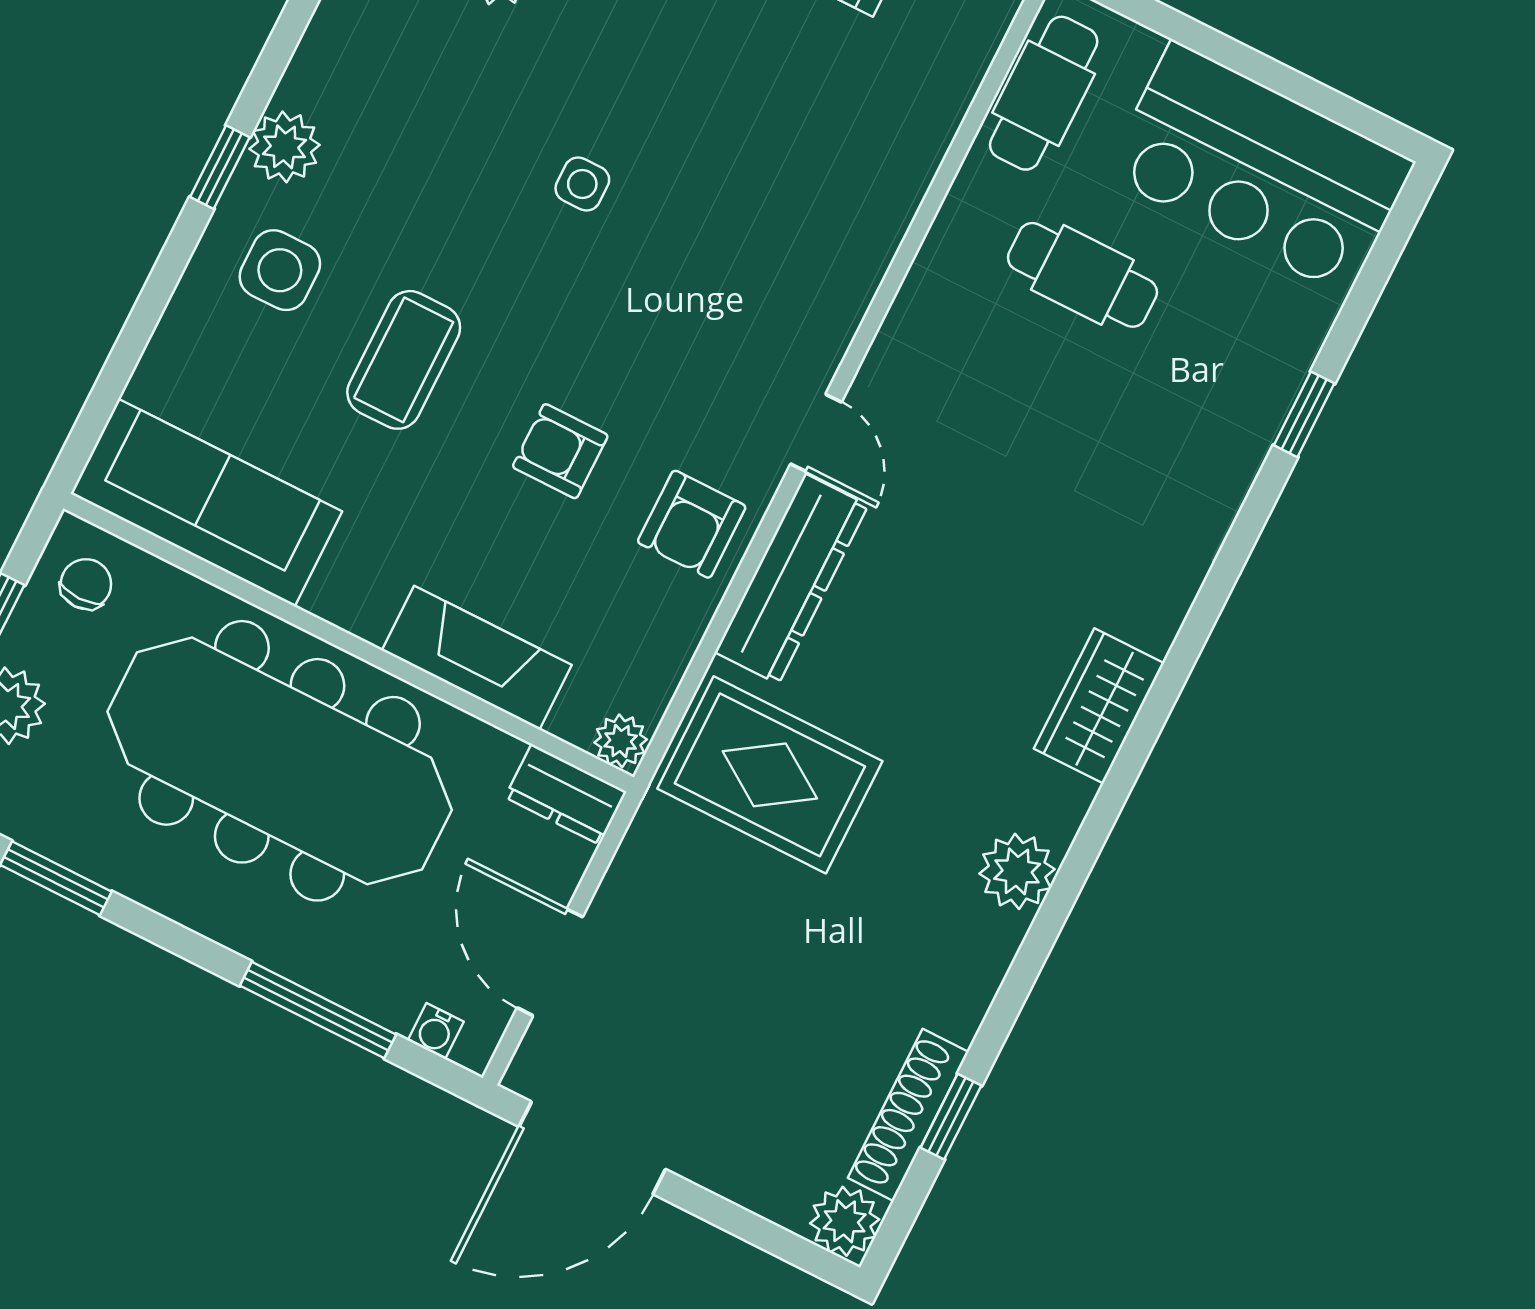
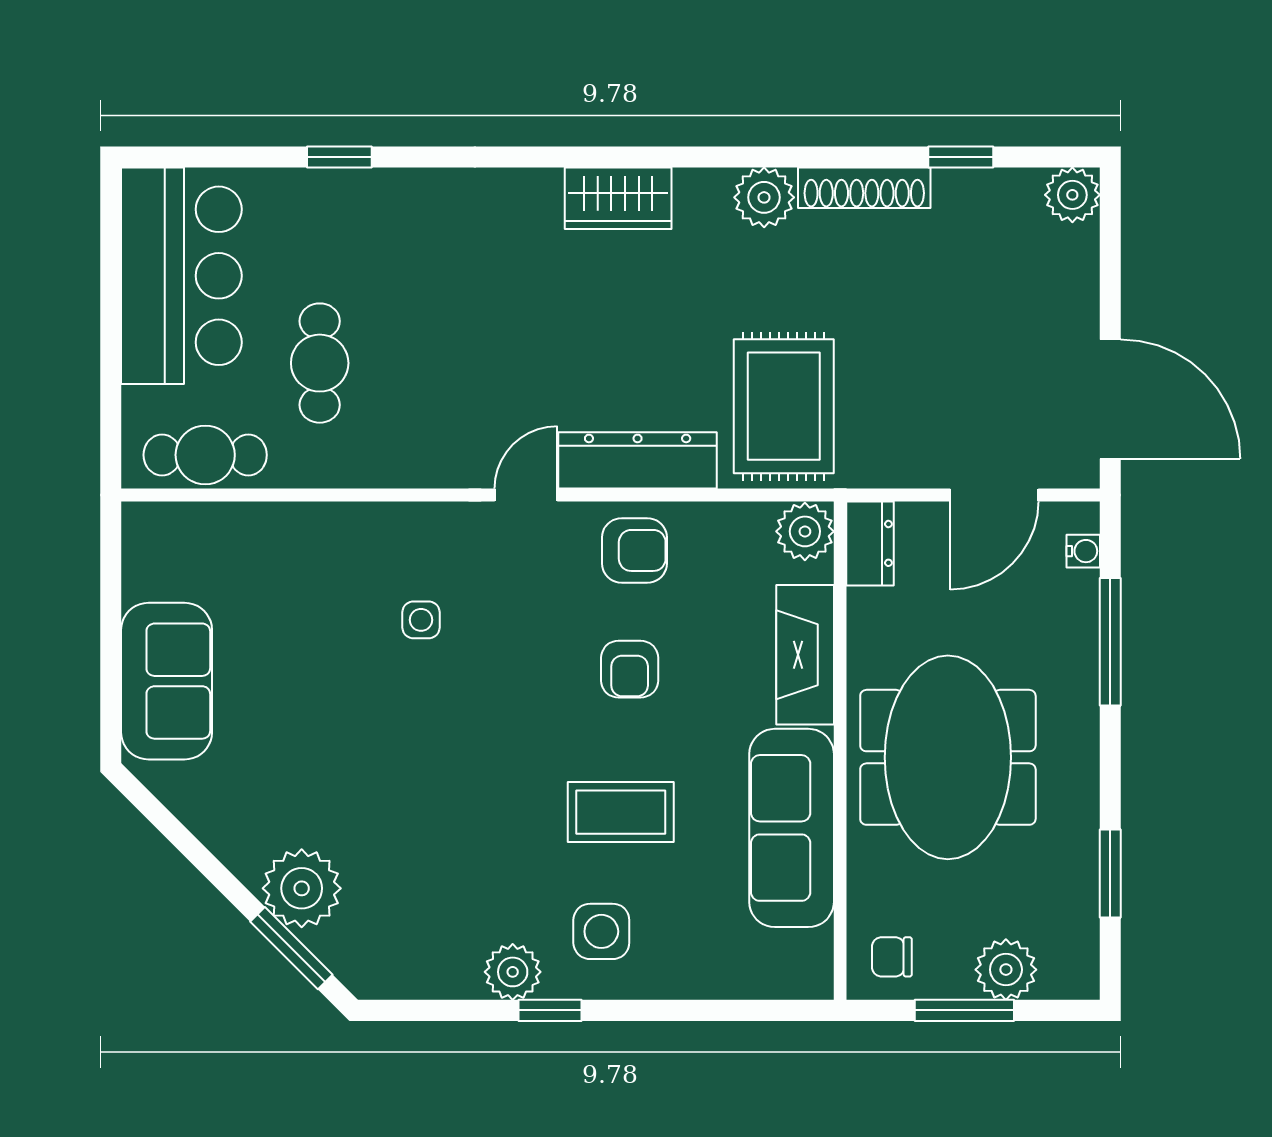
side table: (582, 184) -> (421, 620), moved
sofa: (206, 503) -> (792, 828), moved
plant: (621, 741) -> (805, 531), width x1.38, depth x1.38
meeting table: (280, 761) -> (948, 757), width x0.73
shoe rack: (908, 1115) -> (864, 188), moved

